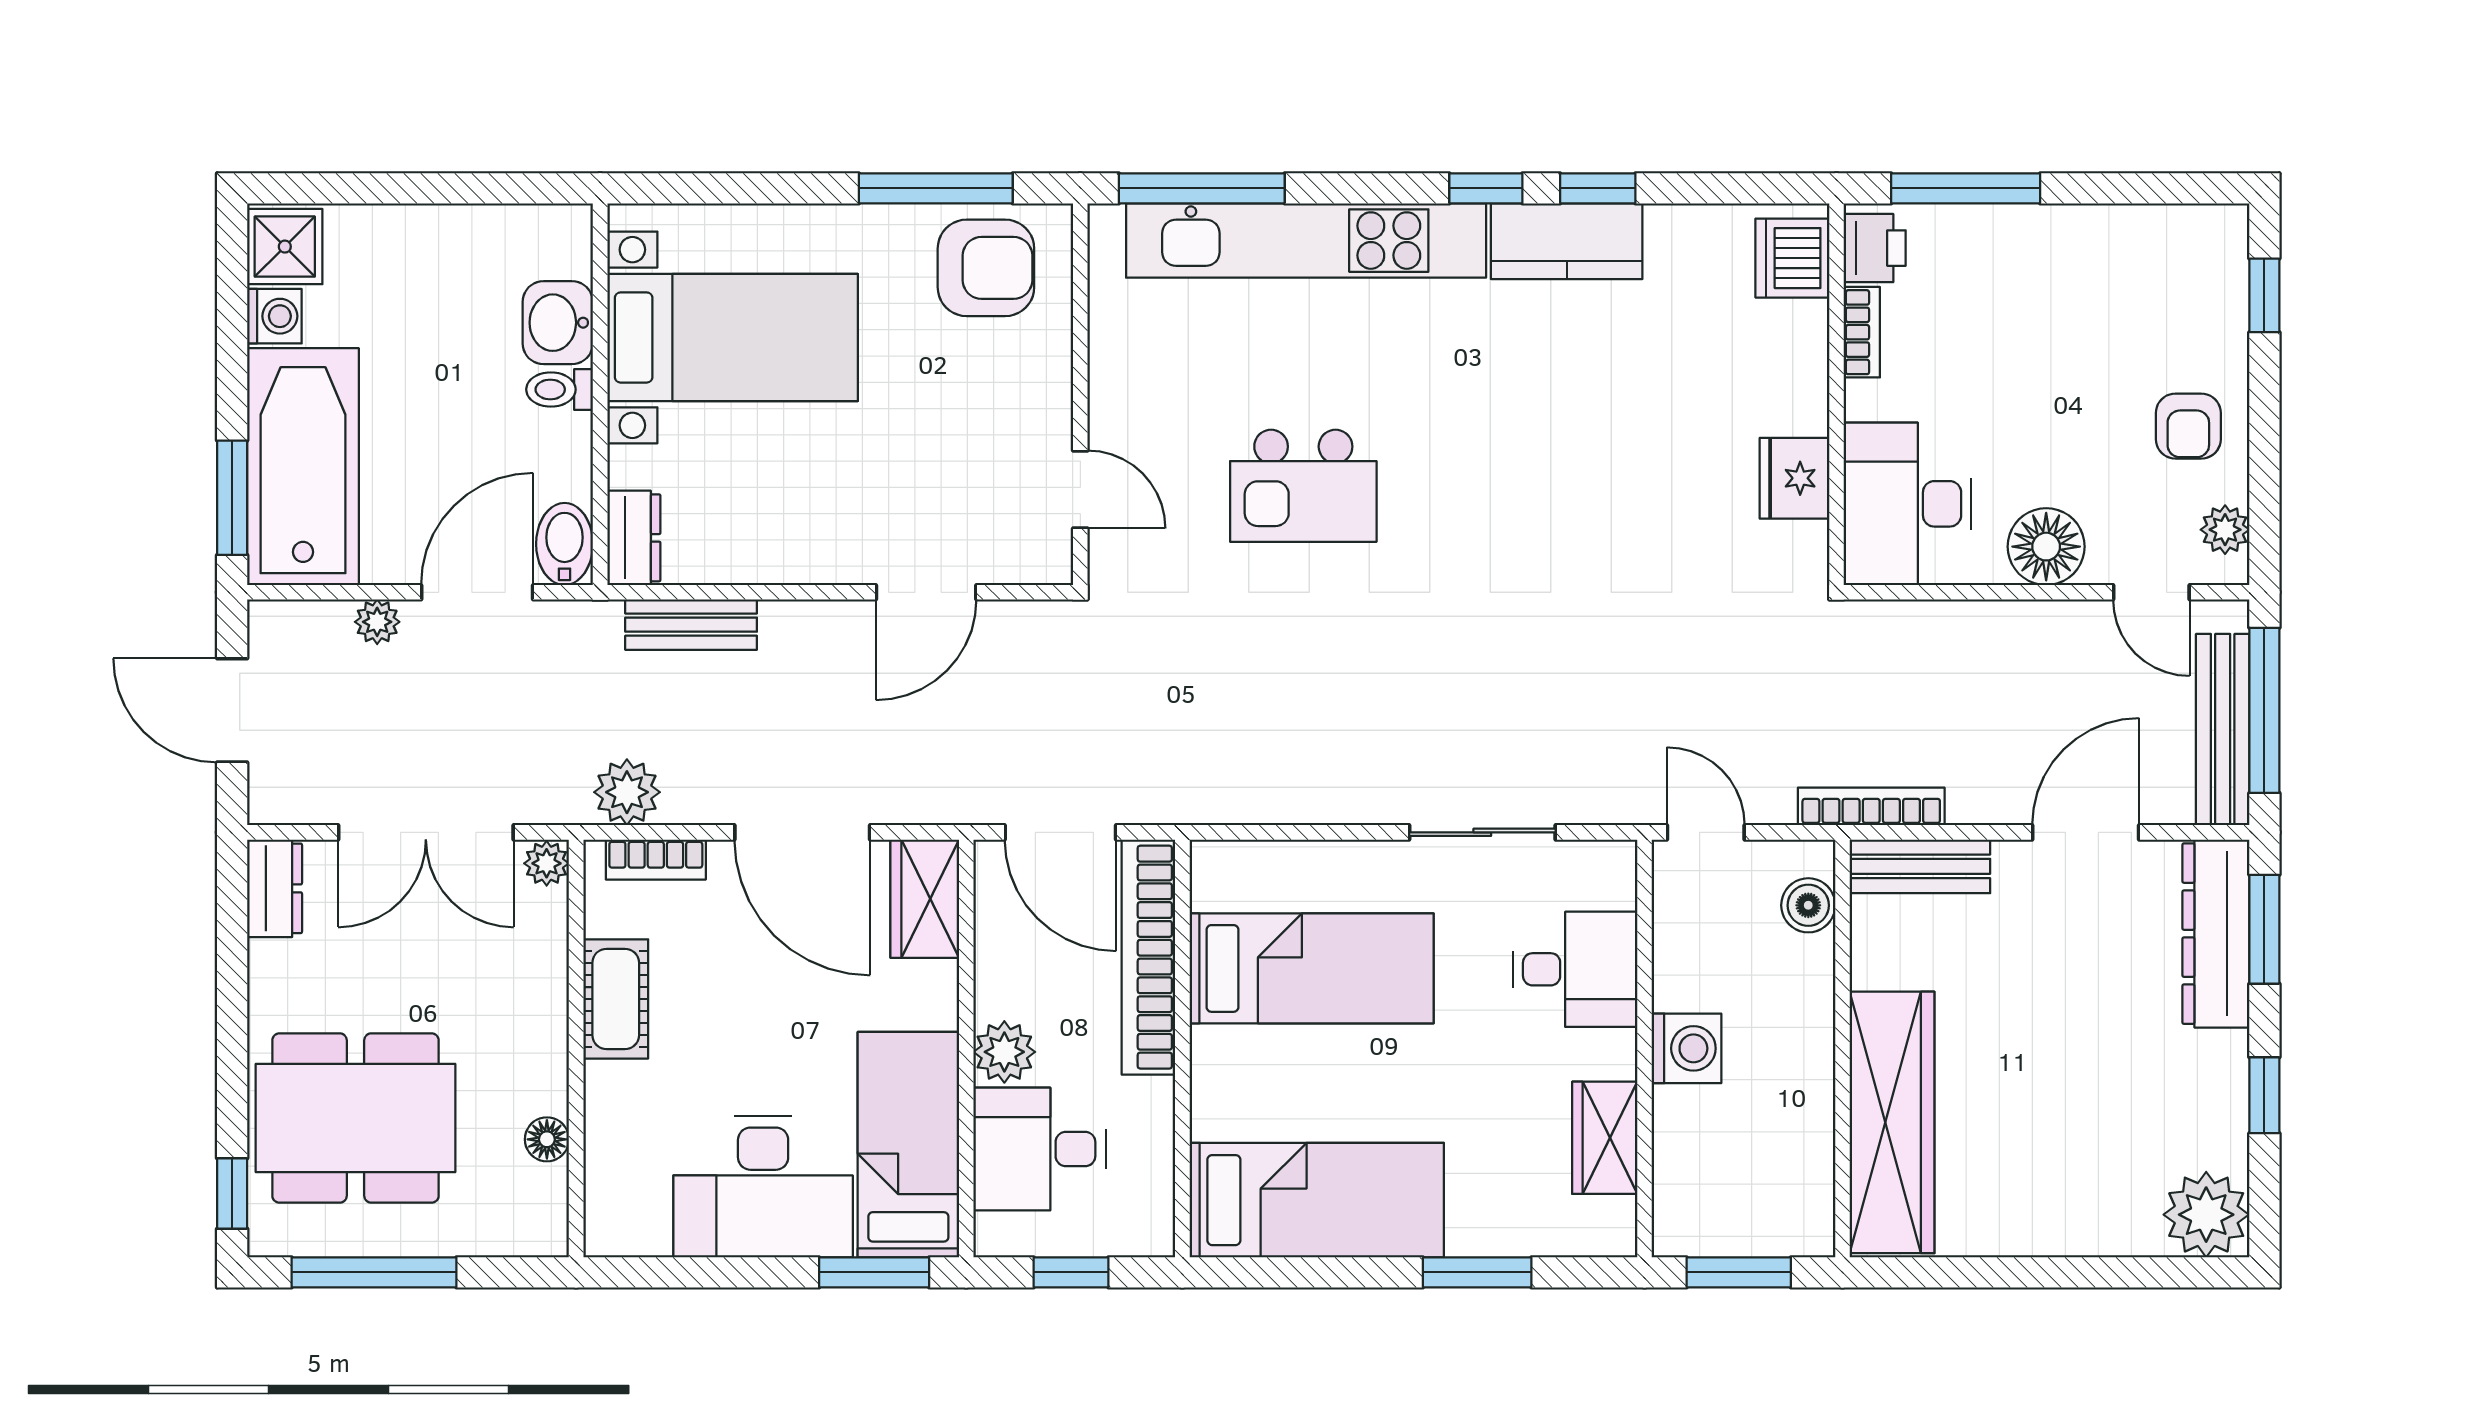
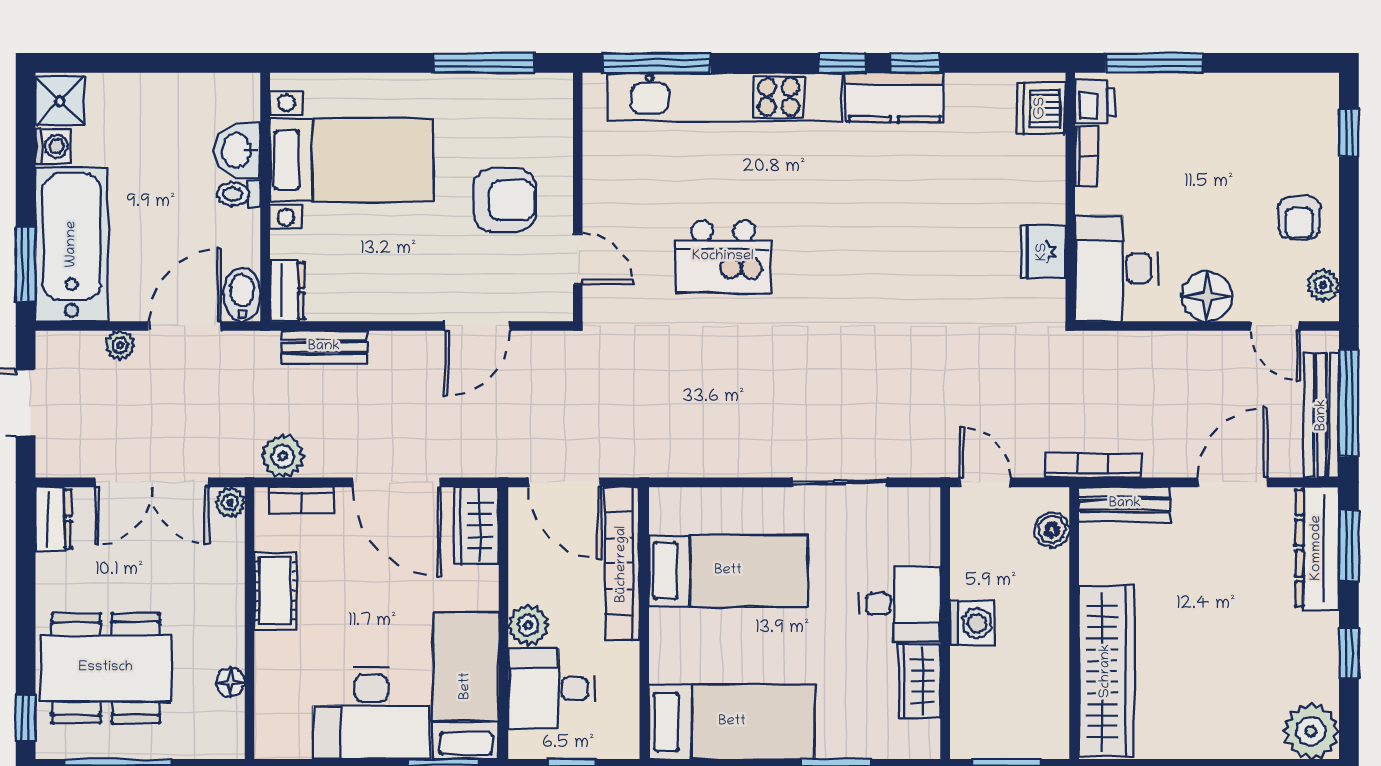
armchair: (986, 268) -> (505, 200), moved
desk: (1575, 969) -> (900, 604), moved

